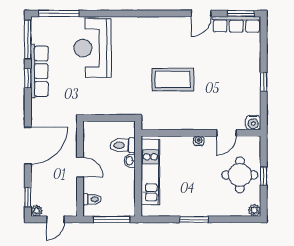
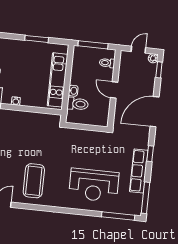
reception desk: (93, 48) -> (94, 185), turned 90
window: (28, 78) -> (150, 154), moved
coffee table: (173, 79) -> (34, 181), moved, turned 90
window: (194, 219) -> (37, 39), moved

